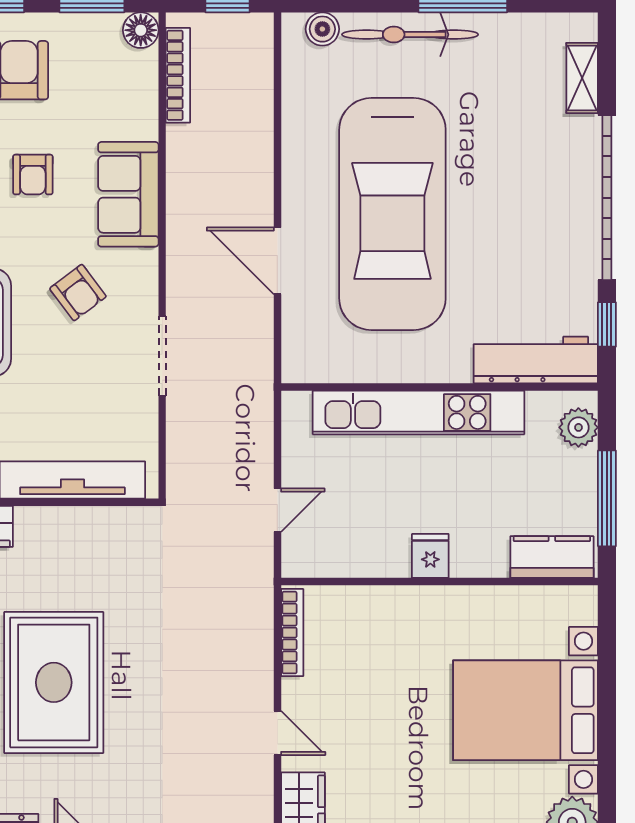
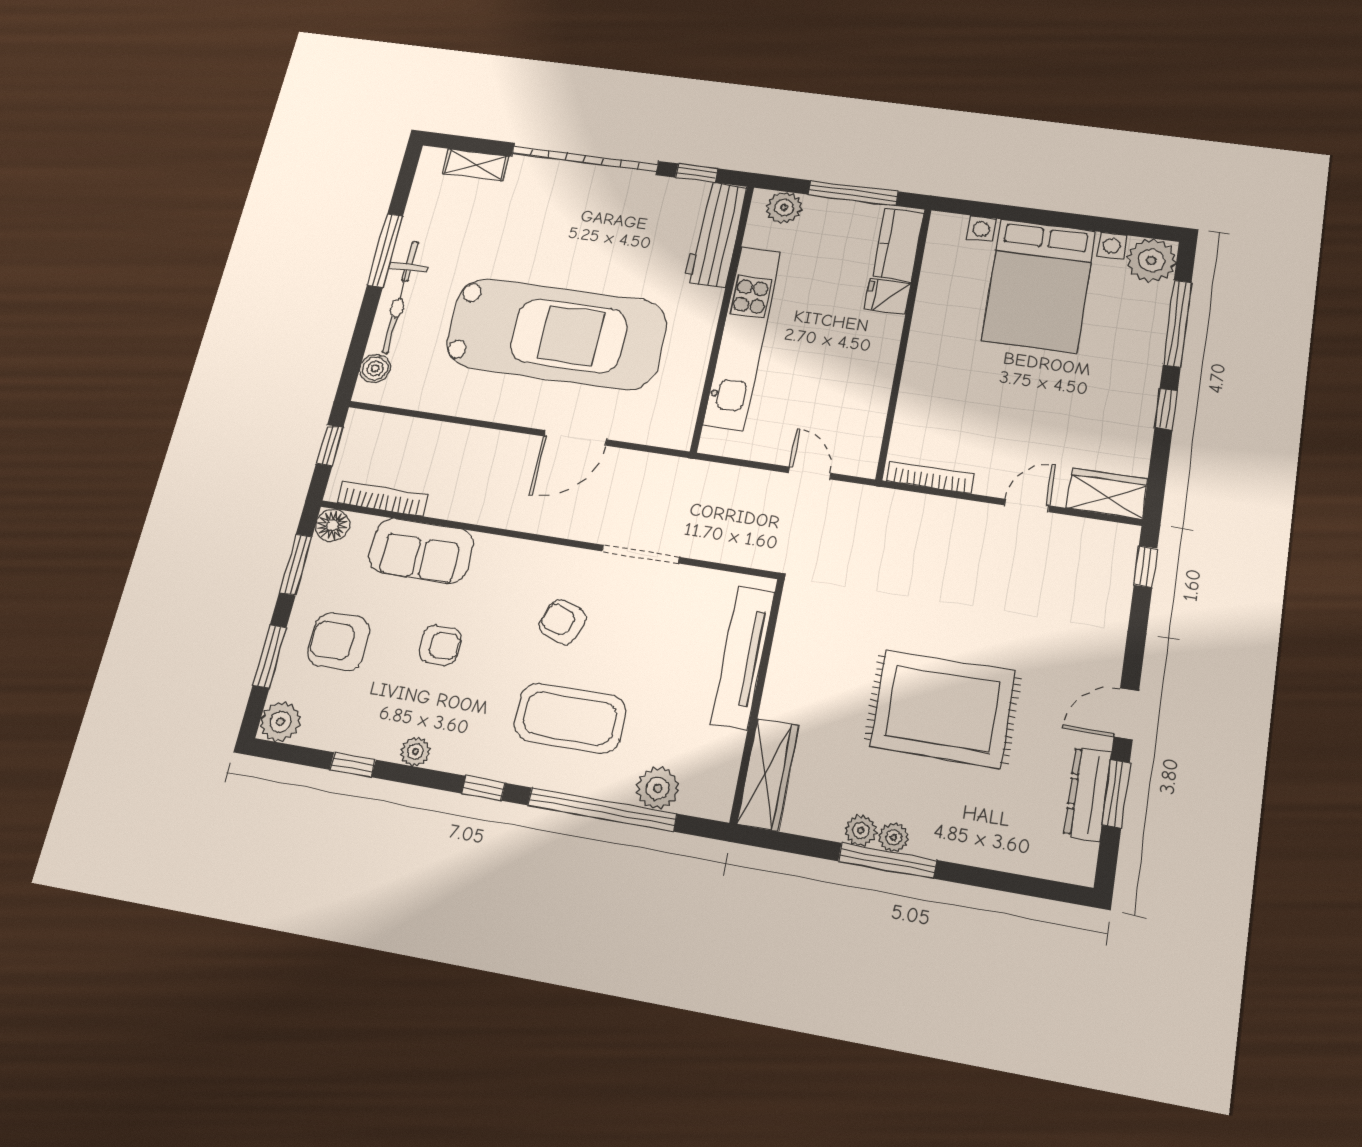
sofa: (128, 194) -> (421, 551), moved
armchair: (78, 293) -> (562, 622), turned -123
fridge: (430, 556) -> (888, 297), moved

